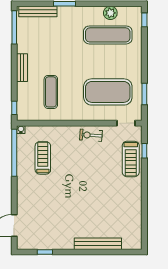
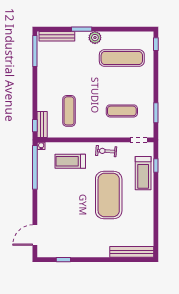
plant: (110, 13) -> (95, 38), moved
bench: (22, 68) -> (42, 125), moved
exercise mat: (108, 92) -> (122, 111), width x0.50, depth x0.69
treadmill: (43, 158) -> (70, 161), moved, turned -90
exercise mat: (94, 183) -> (109, 195), added
bench: (98, 244) -> (132, 252), moved

